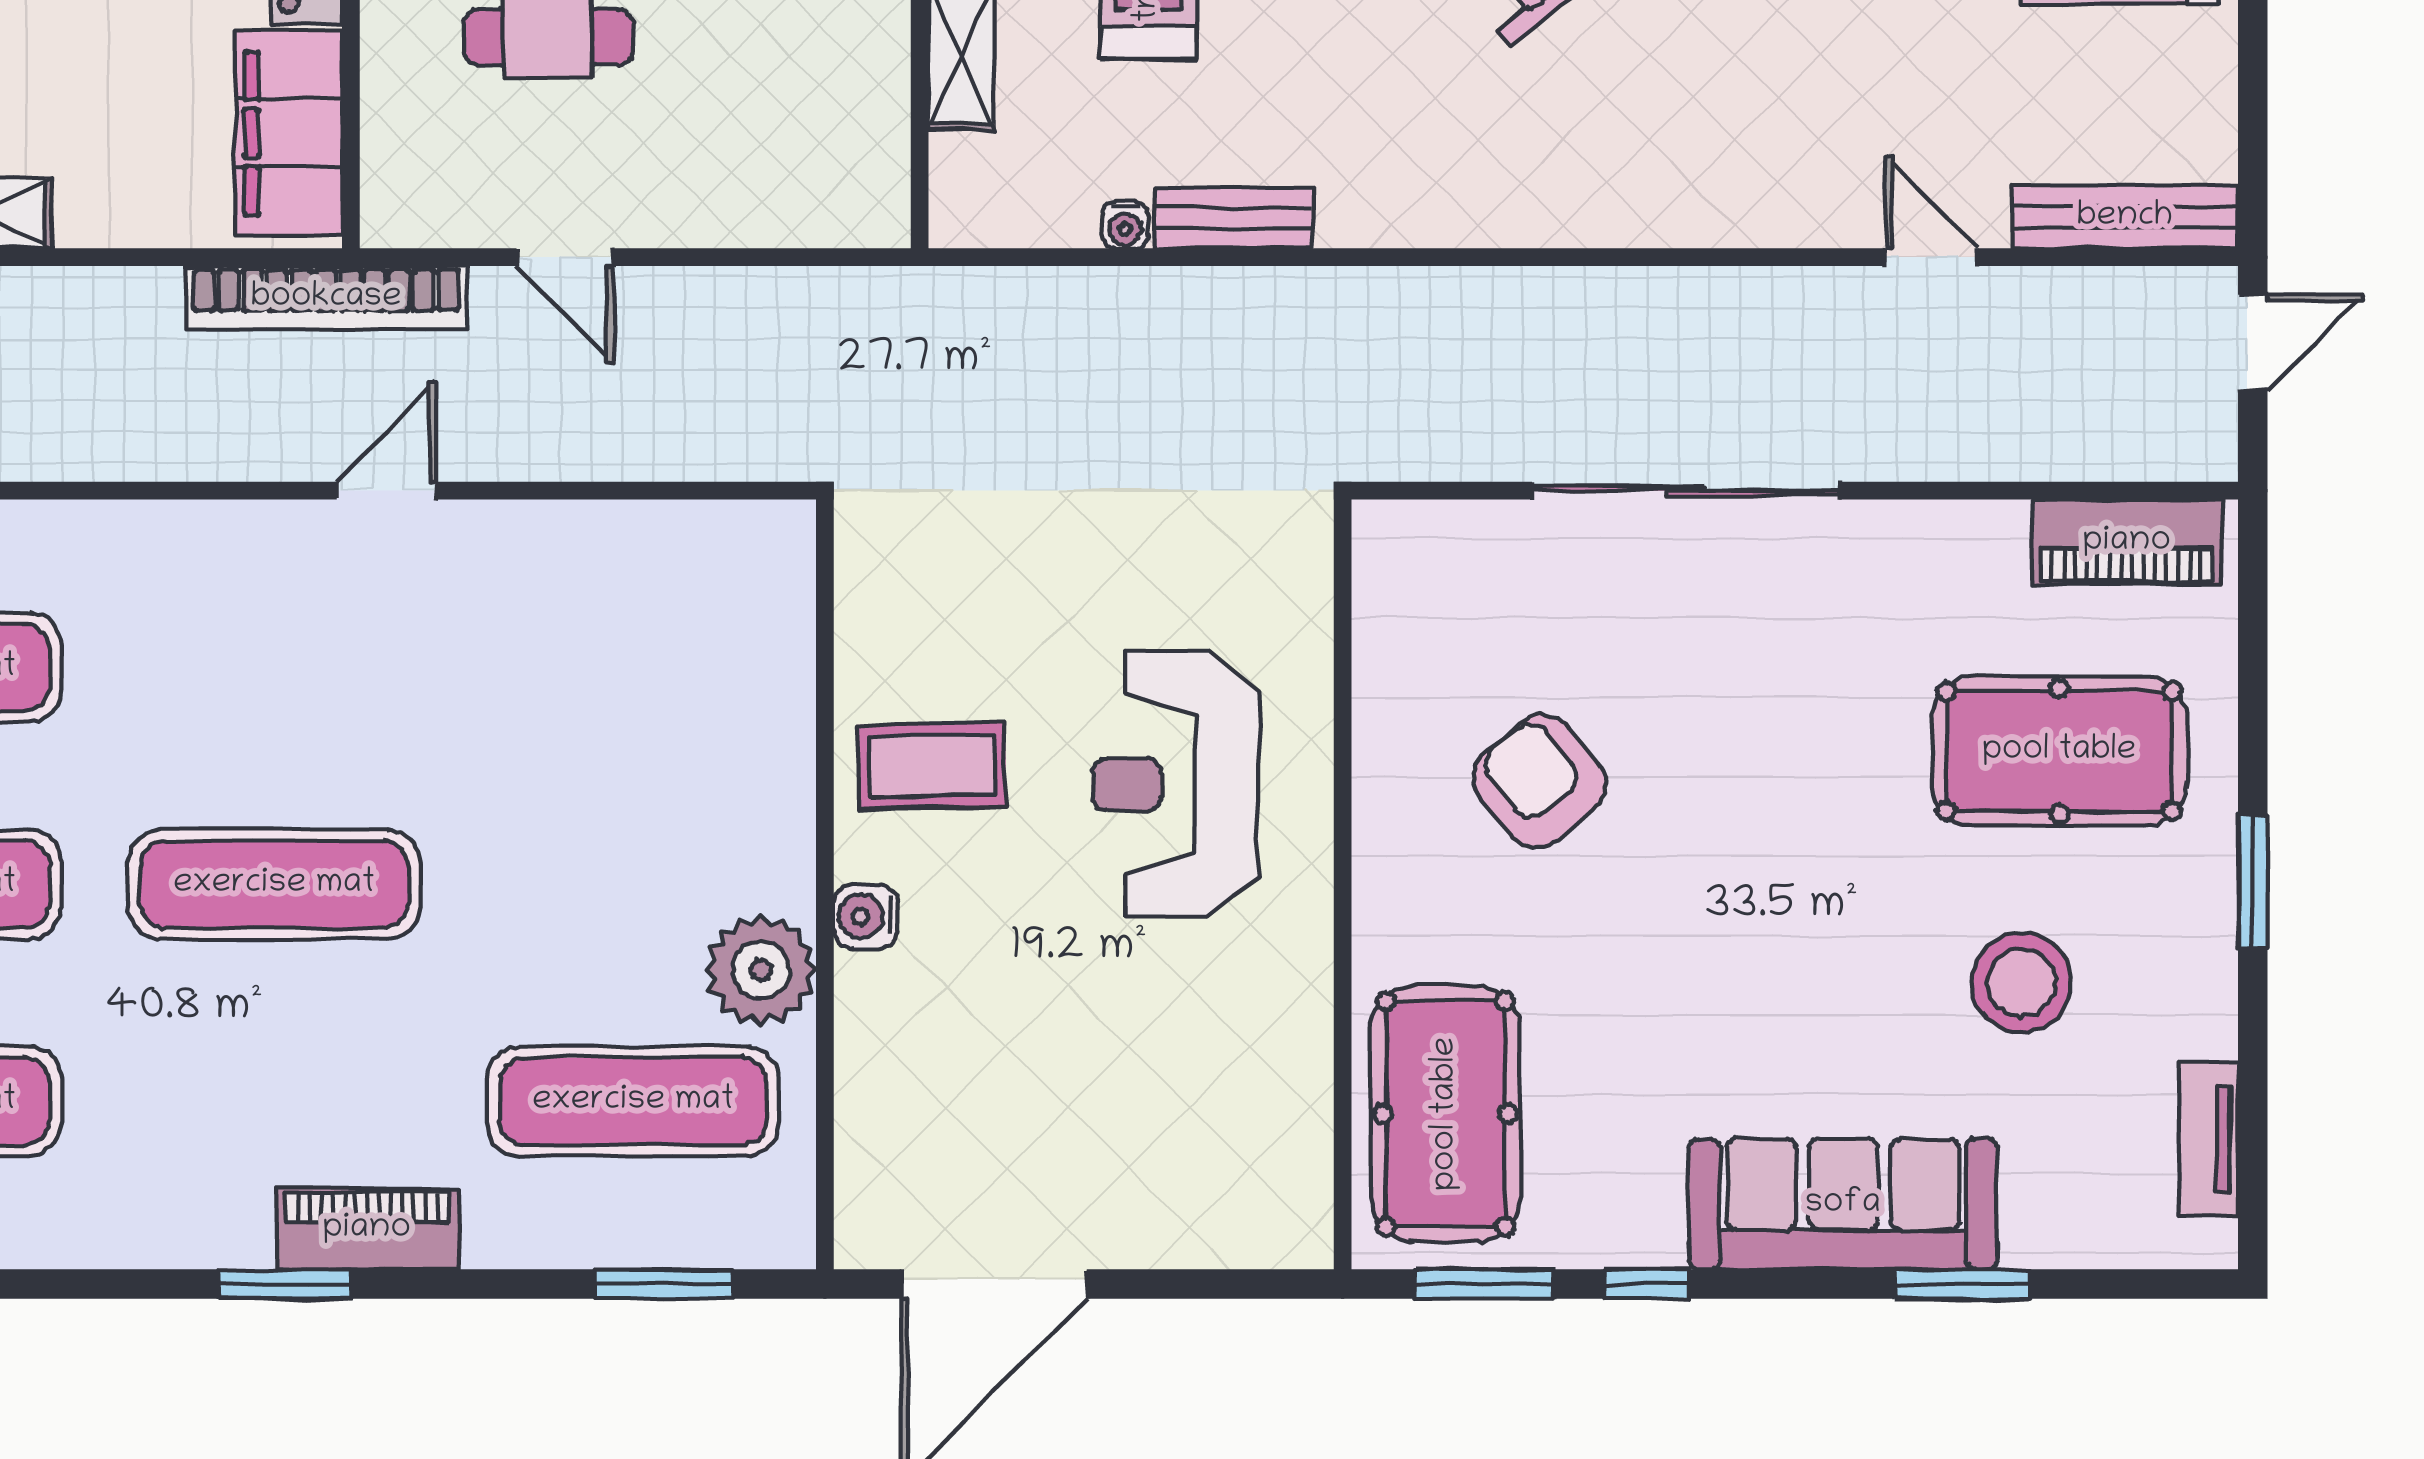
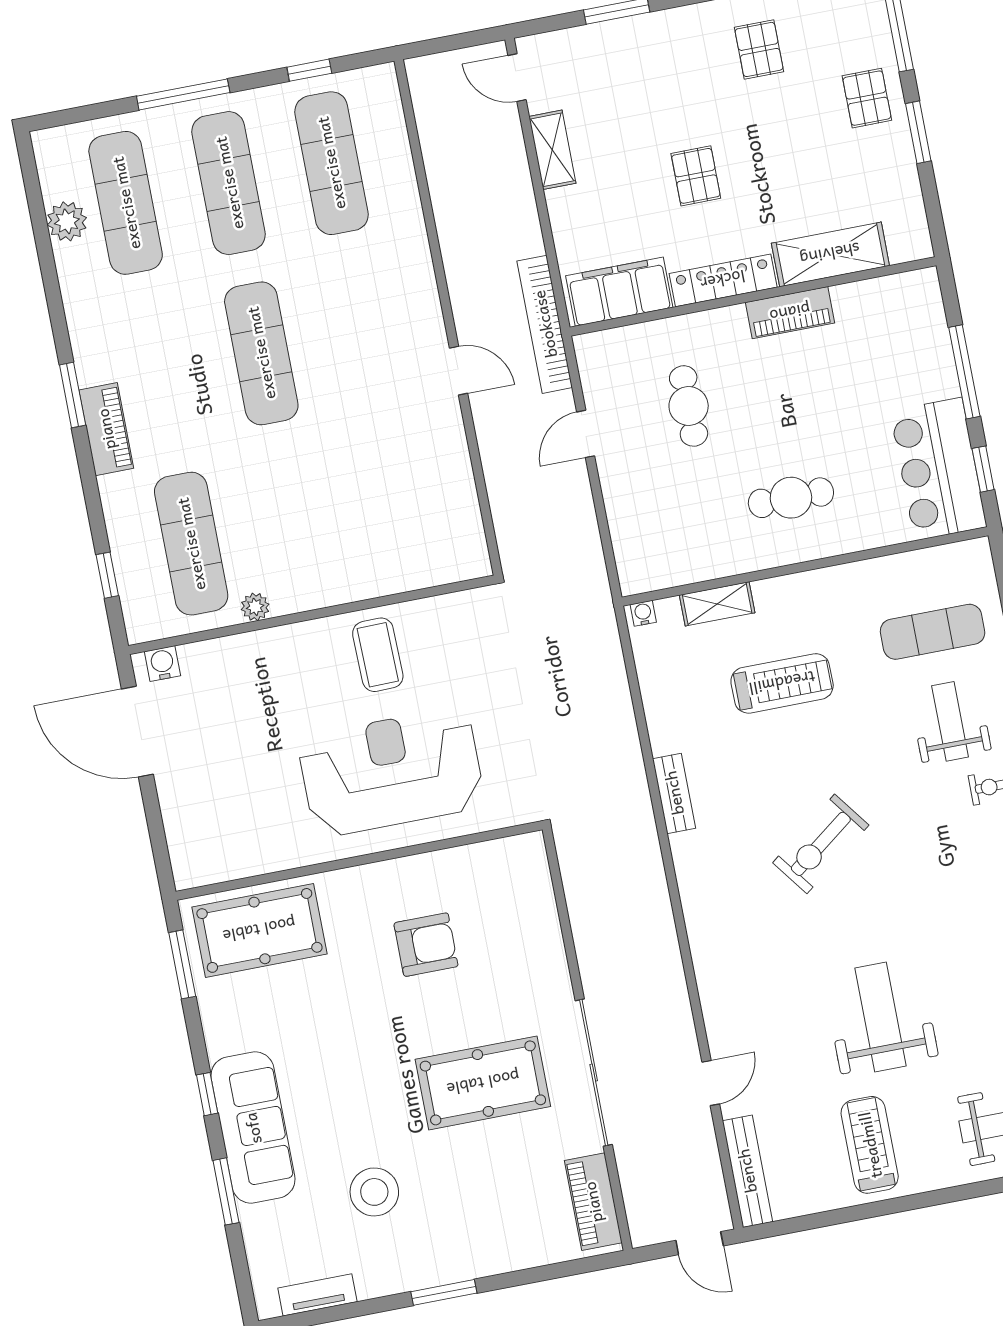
bench: (1233, 218) -> (674, 793), moved
water cooler: (1125, 225) -> (643, 613), moved, turned 90
sliding door: (1686, 491) -> (594, 1073), moved
pool table: (2059, 751) -> (483, 1083), moved, turned 90
armchair: (1540, 781) -> (426, 945), turned 39
reception desk: (1175, 784) -> (391, 772), width x1.36, depth x1.30
water cooler: (866, 916) -> (162, 664), moved
plant: (761, 970) -> (255, 607), width x0.53, depth x0.53
window: (664, 1284) -> (107, 575), width x0.67
window: (1647, 1284) -> (207, 1094), moved

